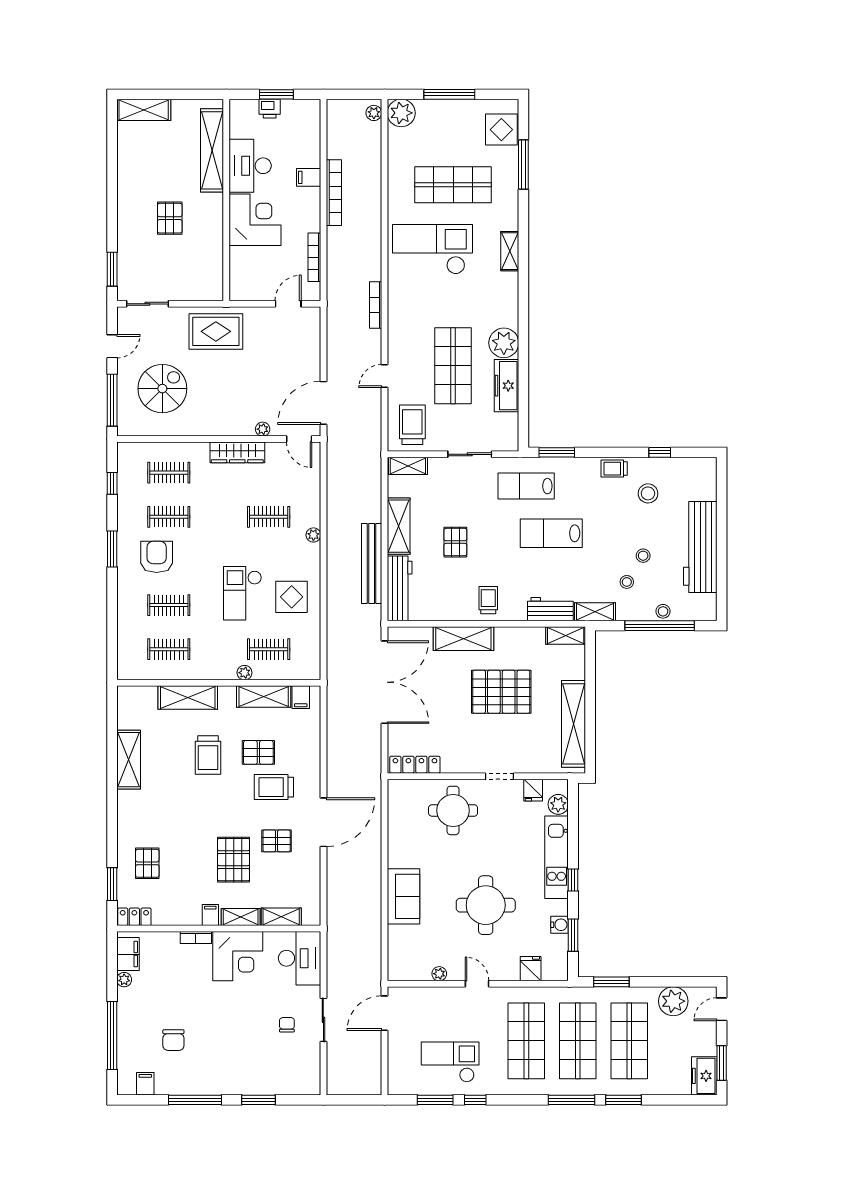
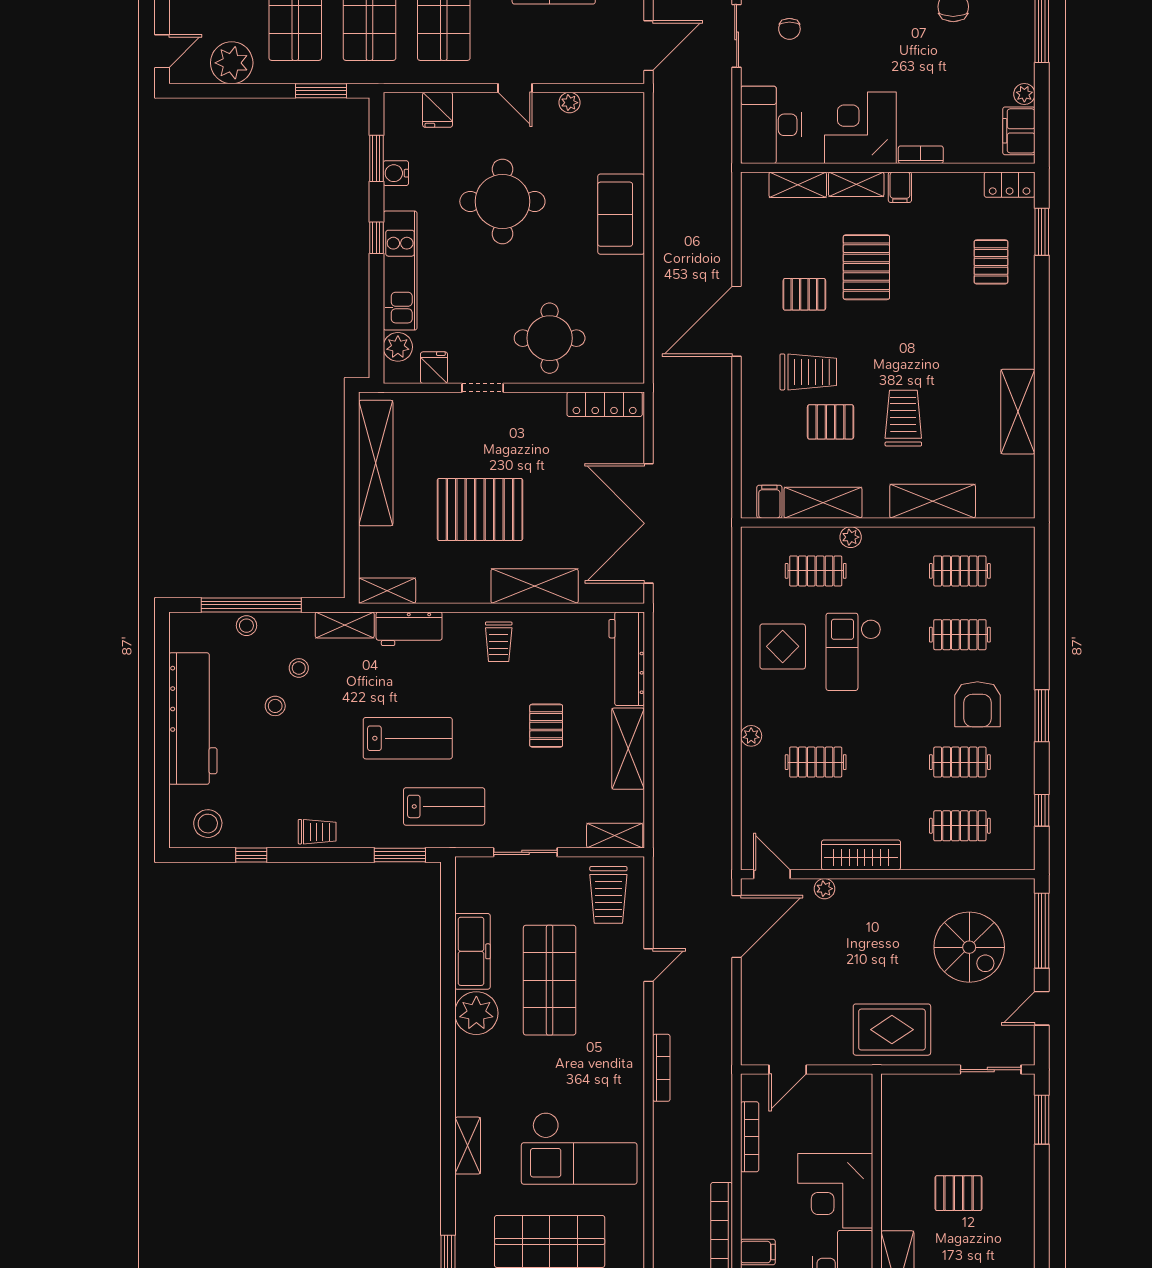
pallet: (170, 218) -> (959, 1193), turned 90
spiral stairs: (162, 389) -> (969, 947), turned -90
stool: (648, 493) -> (208, 824), moved
bench: (372, 564) -> (667, 695), removed
checkout: (243, 593) -> (853, 652), turned 180

